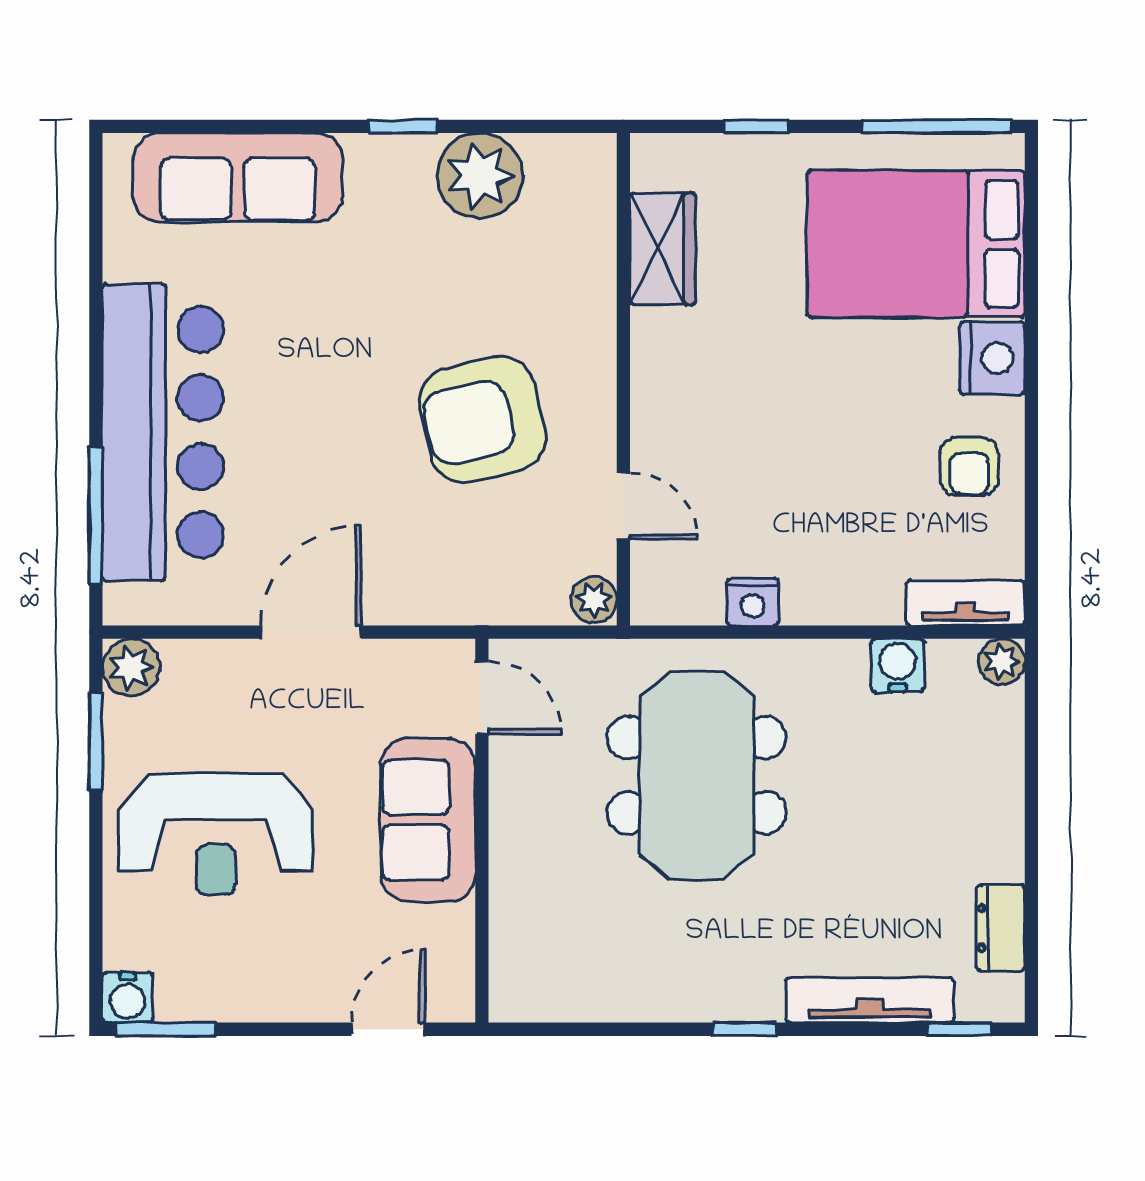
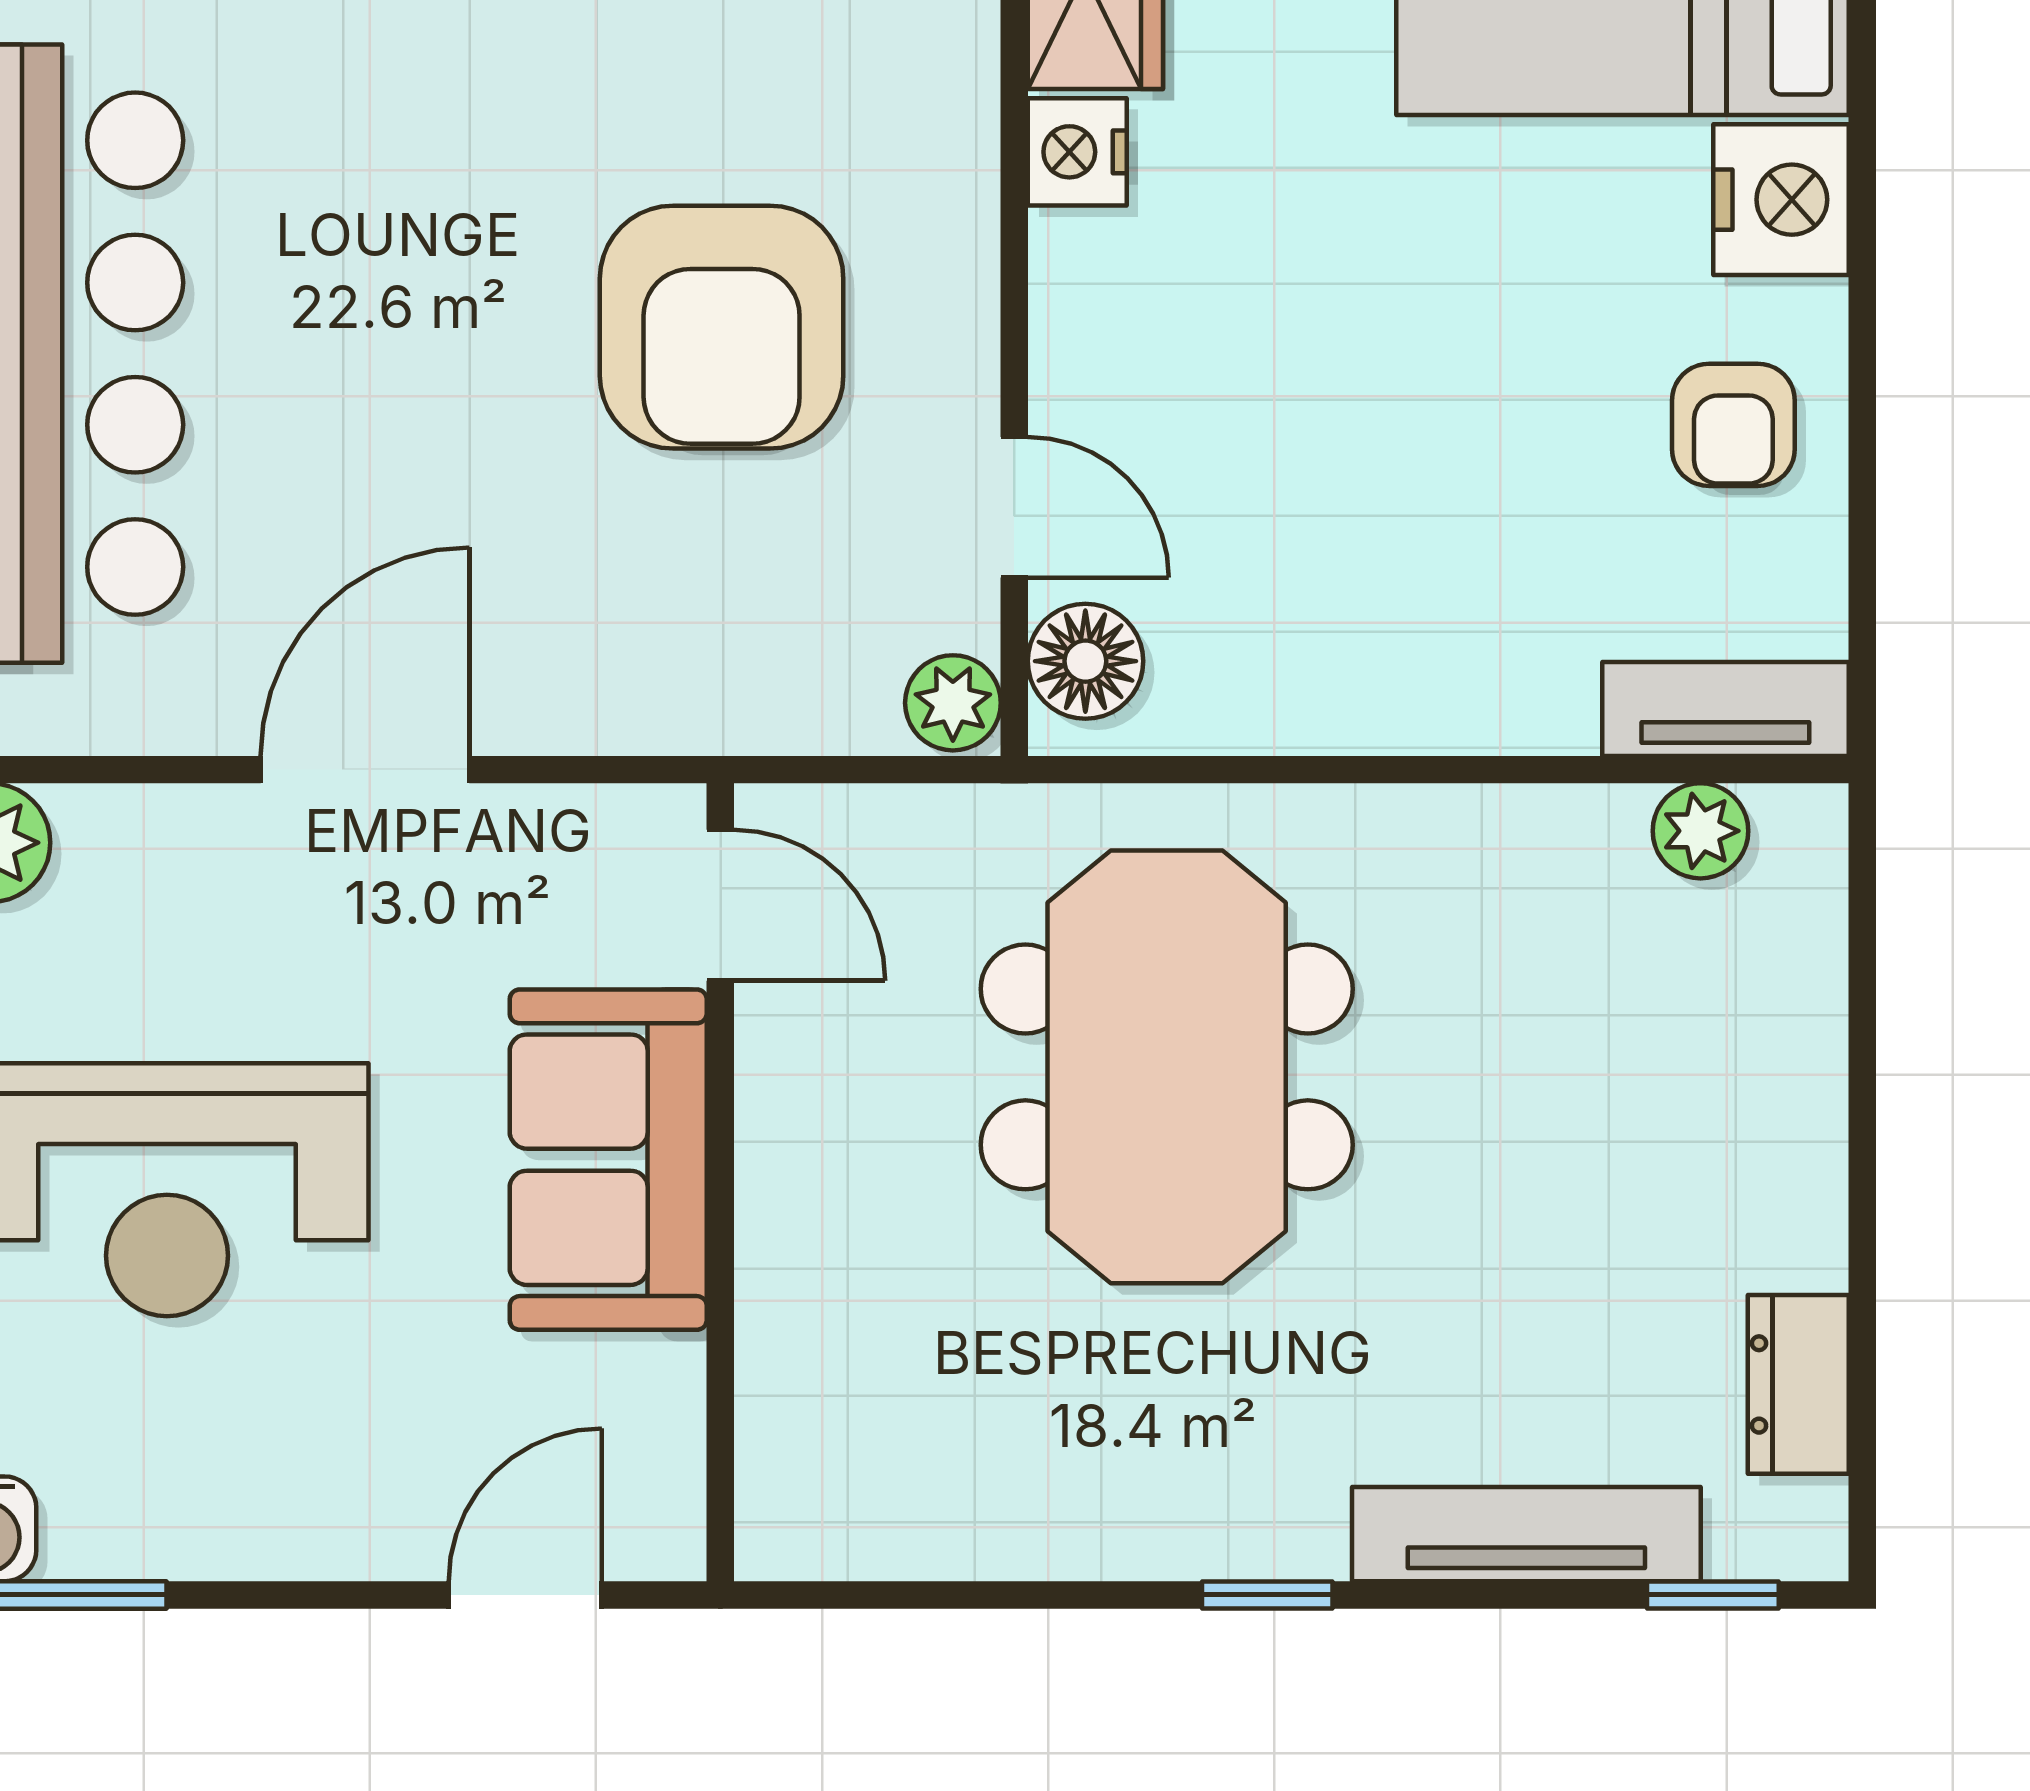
armchair: (483, 419) -> (722, 327), turned -77
floor lamp: (658, 580) -> (1085, 661), added
nightstand: (753, 602) -> (1077, 152), moved, turned 90
plant: (1002, 662) -> (1700, 831), moved
water cooler: (898, 665) -> (1584, 838), removed

